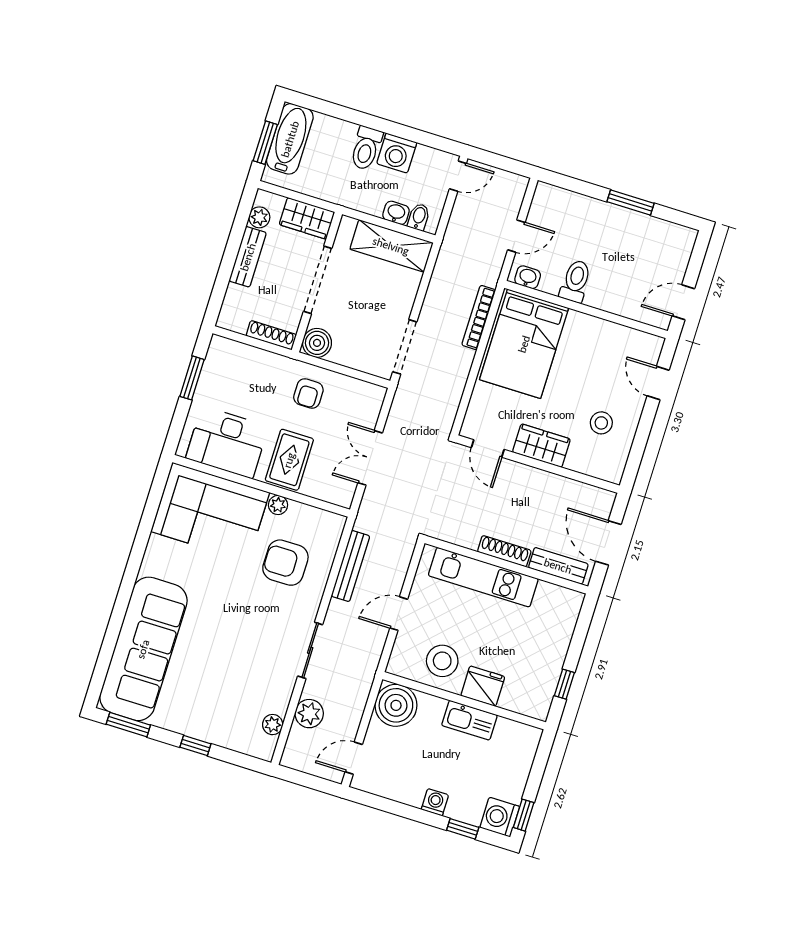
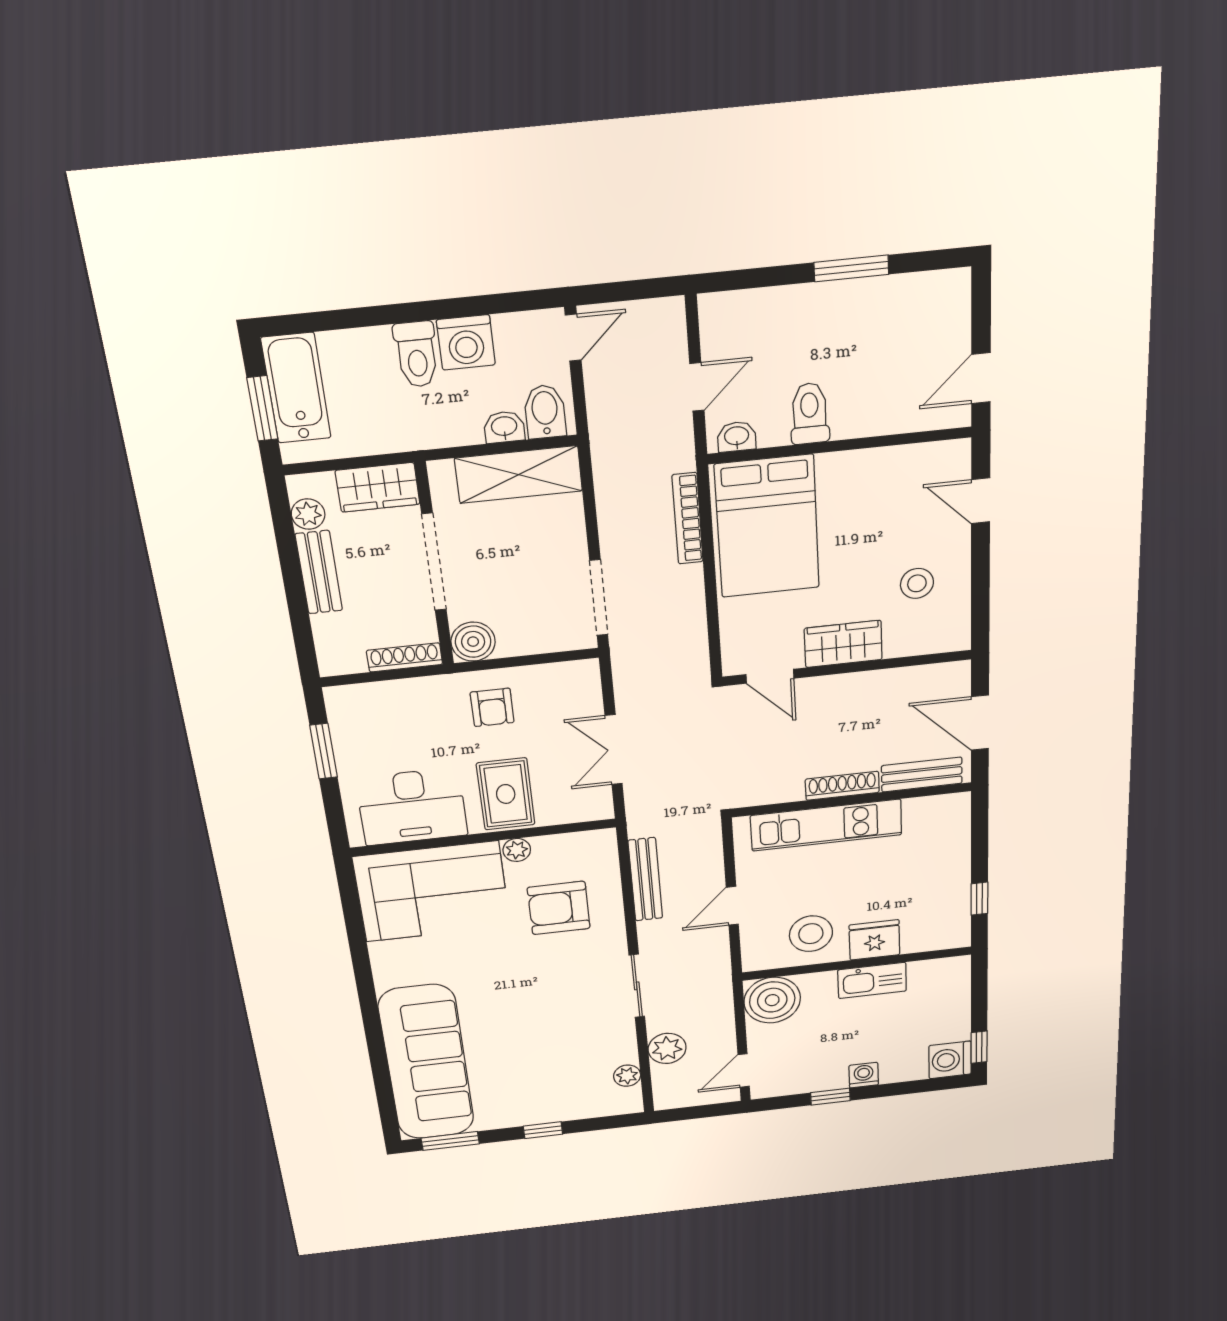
bidet: (419, 217) -> (545, 412), width x1.38, depth x1.36
window: (463, 829) -> (830, 1097), moved

